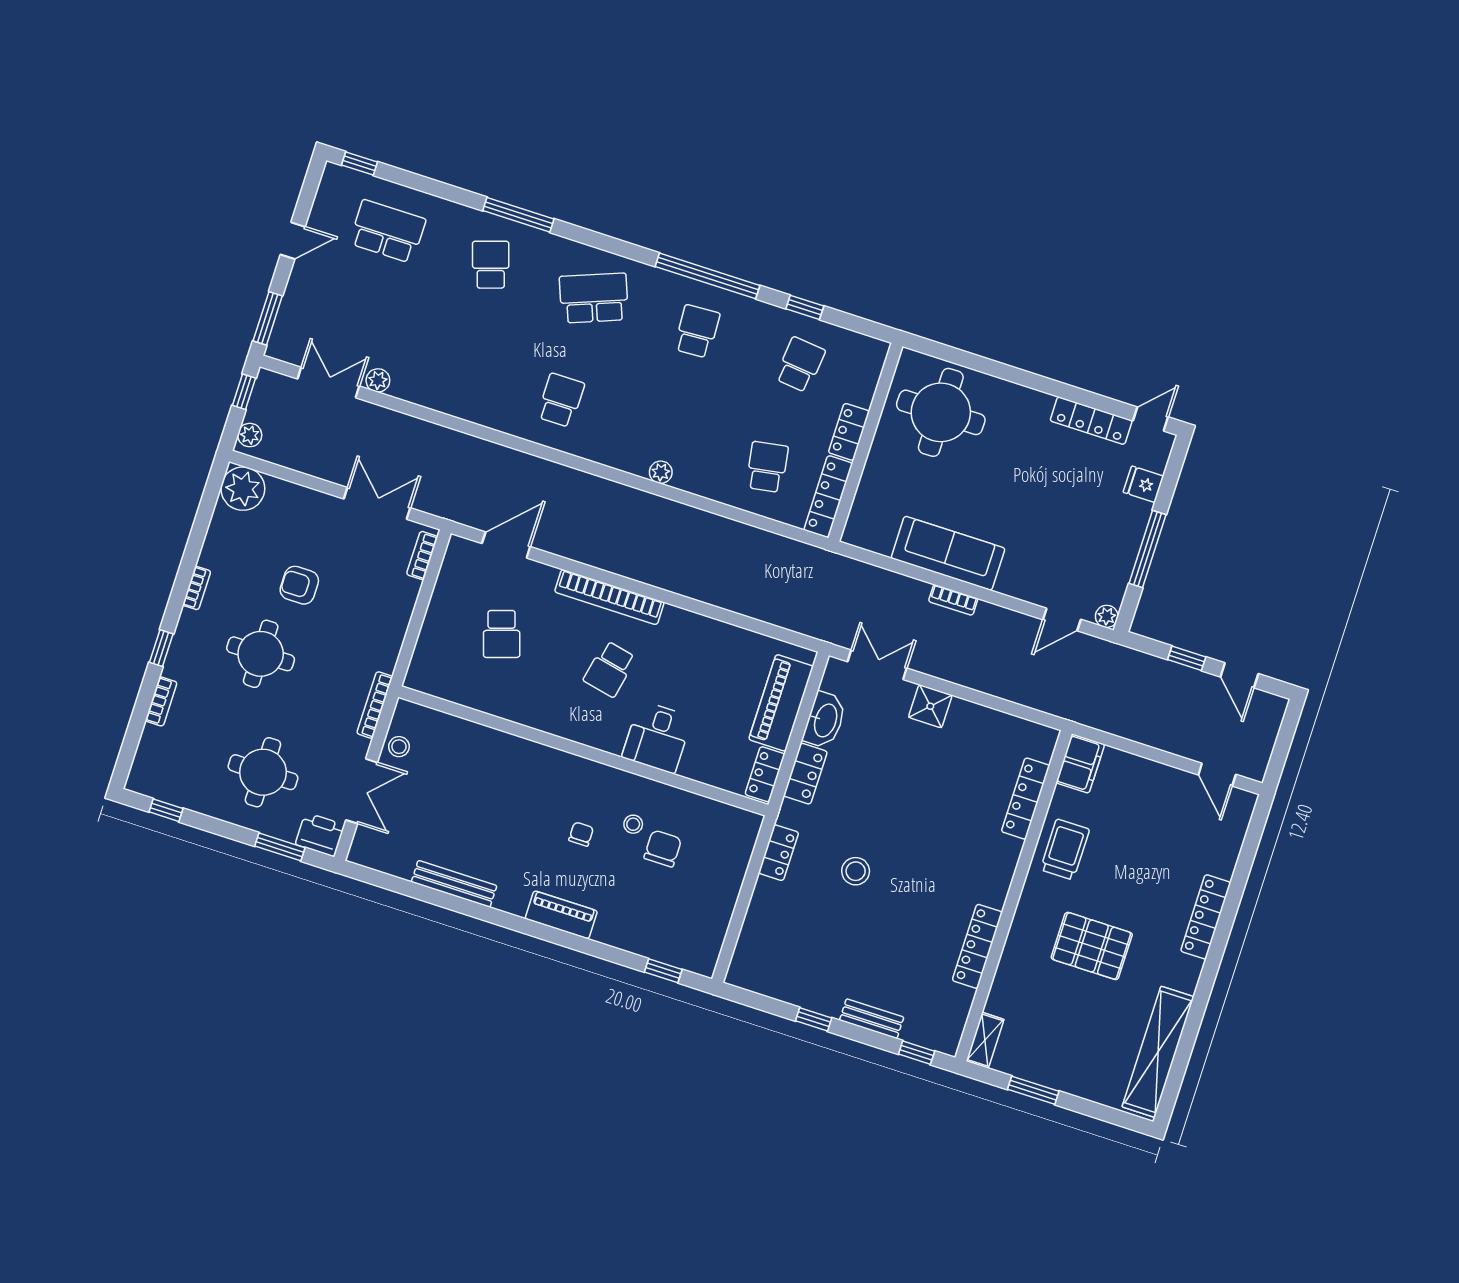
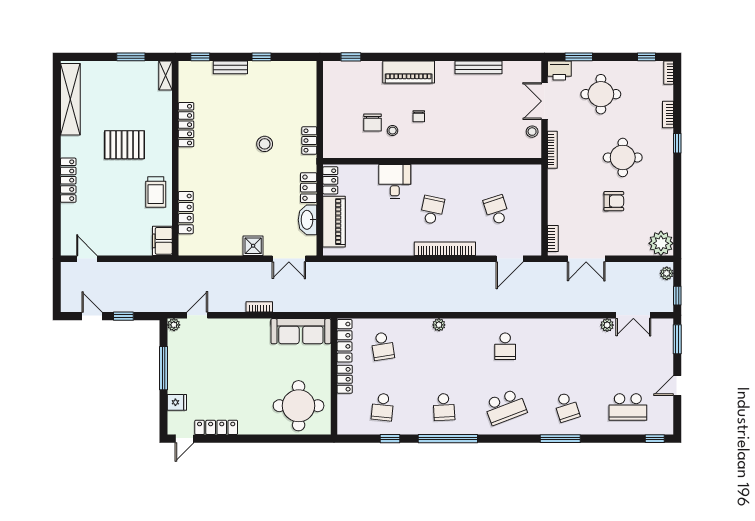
sofa: (948, 553) -> (301, 331), moved
bookcase: (197, 588) -> (669, 73), moved
piano: (561, 915) -> (409, 72), width x1.37, depth x1.33

